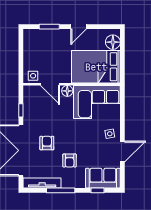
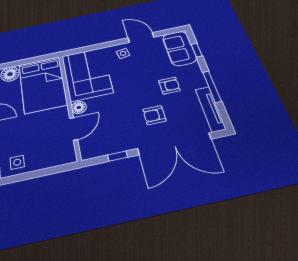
side table: (33, 76) -> (17, 162), moved

